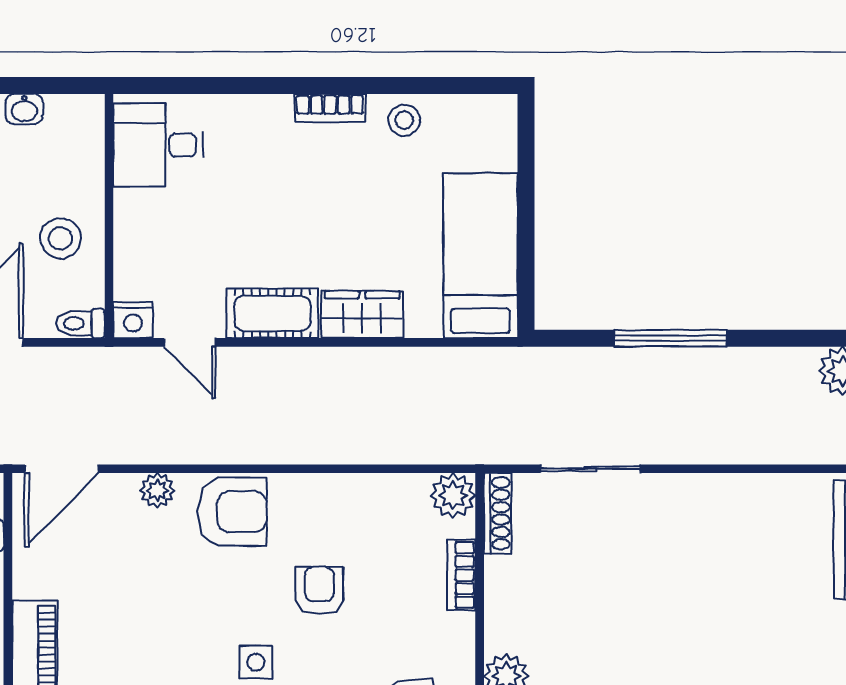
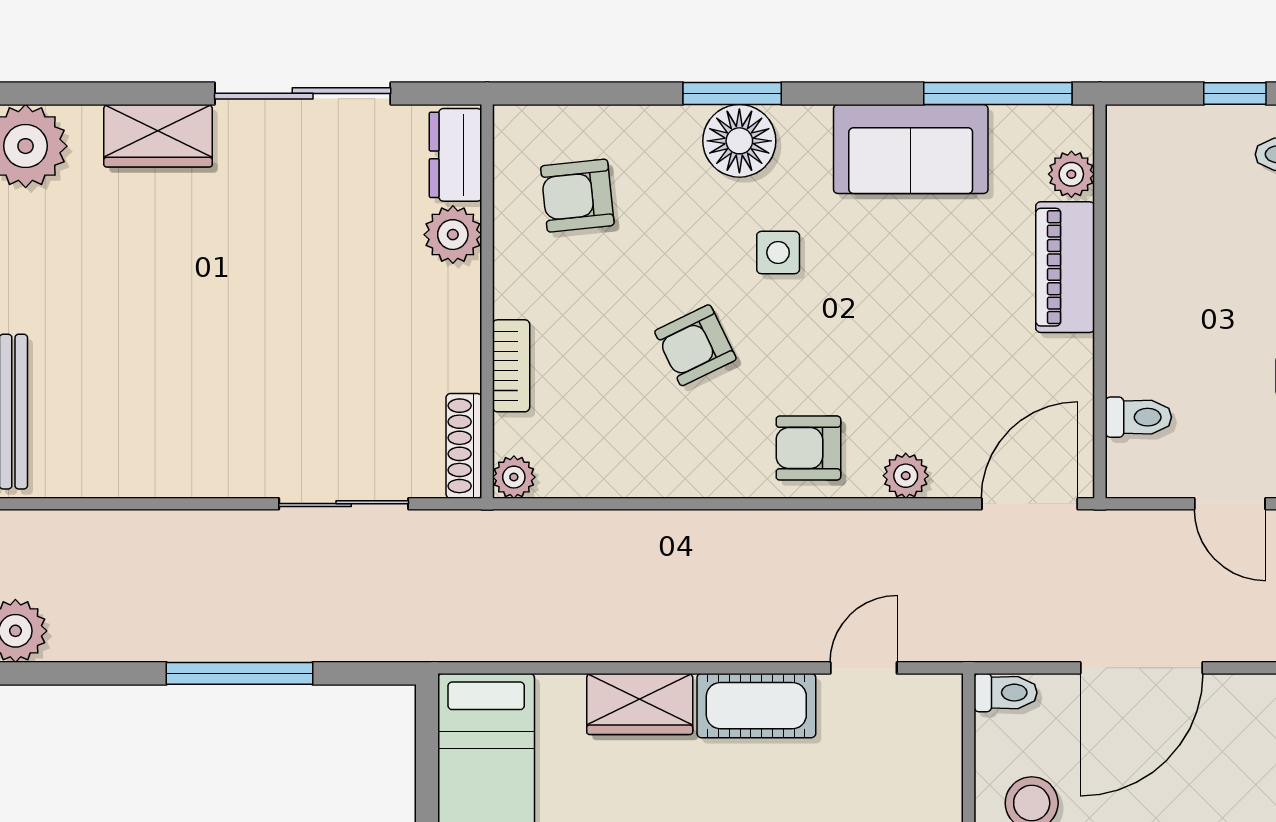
nightstand: (133, 320) -> (938, 697), removed
door: (190, 342) -> (864, 668), hinge flipped
plant: (453, 495) -> (514, 477), width x0.73, depth x0.73
armchair: (232, 512) -> (808, 448), width x0.72, depth x0.72
armchair: (319, 591) -> (695, 345), turned 64

